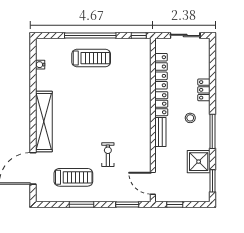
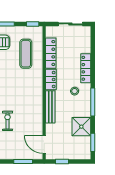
exercise mat: (130, 72) -> (26, 54), added
locker: (204, 90) -> (86, 68), width x1.53
bench: (160, 132) -> (50, 107), width x1.36

